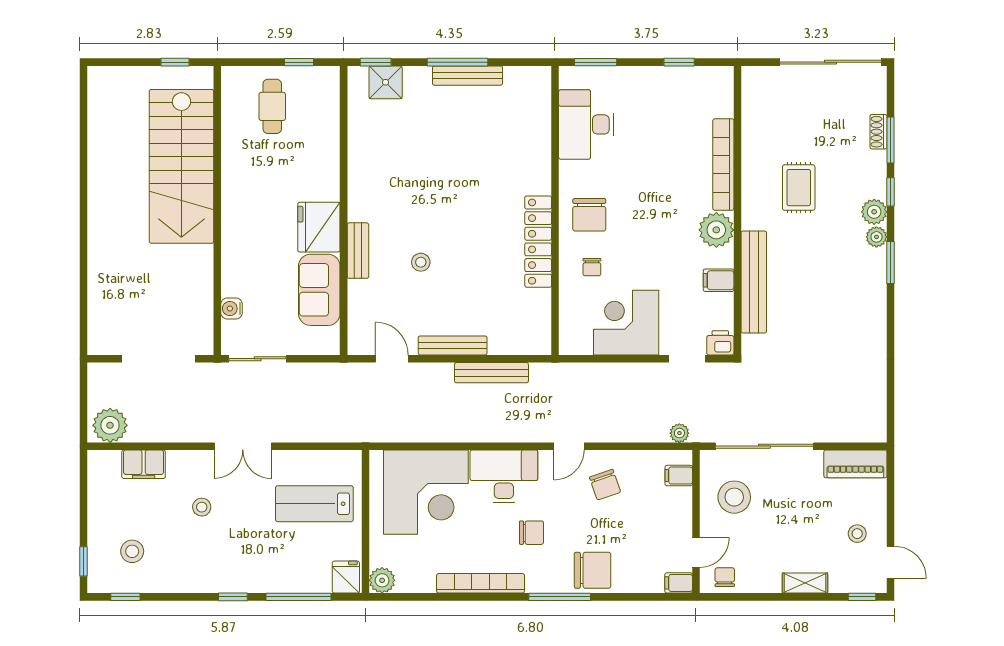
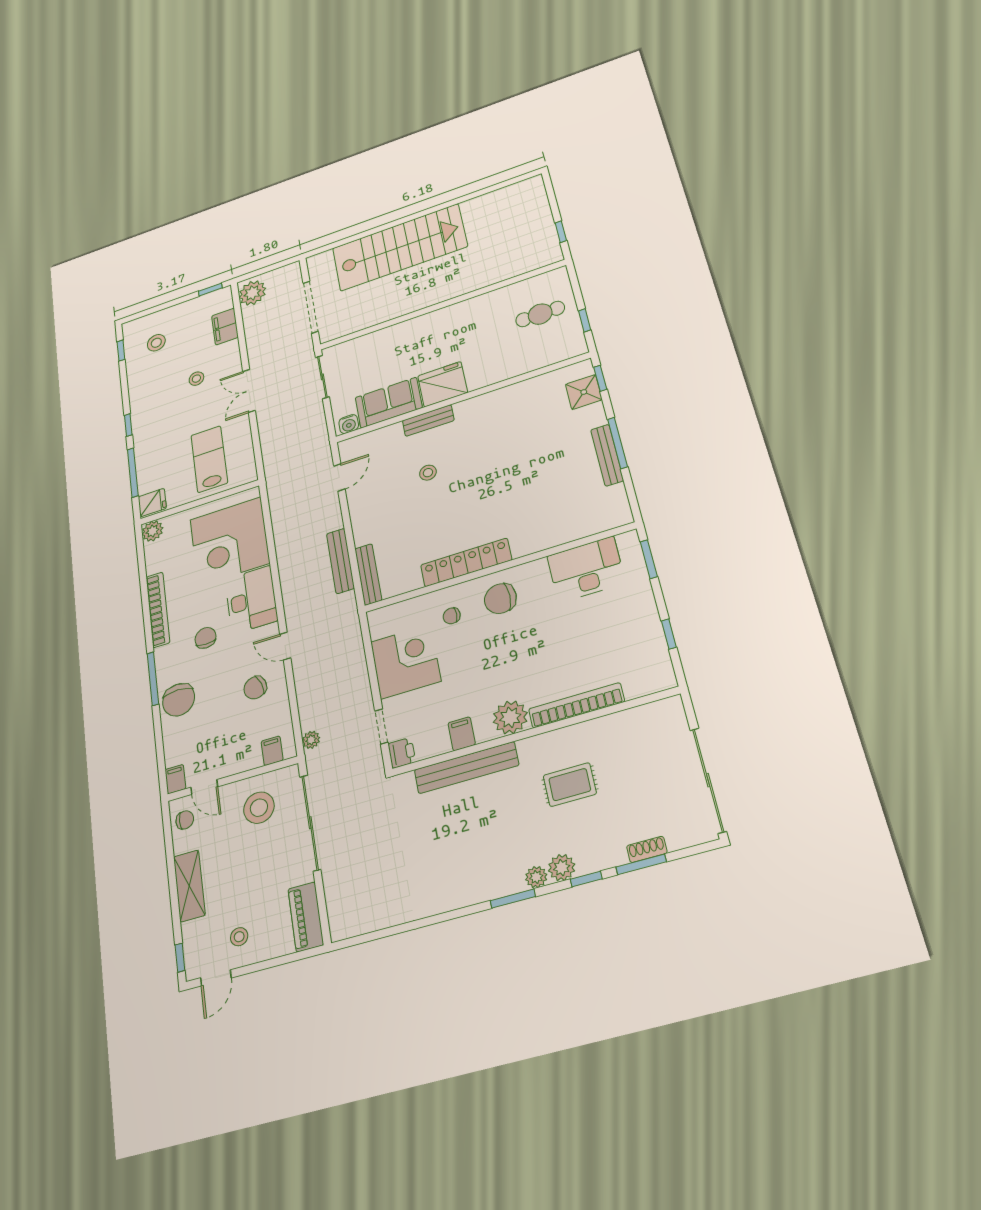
stairs: (181, 166) -> (399, 247), moved, turned 180
water cooler: (232, 308) -> (349, 424), moved, turned 180
bench: (453, 345) -> (368, 574), moved
chair: (531, 533) -> (205, 638), turned 180
window: (84, 561) -> (210, 290), moved
shelving: (805, 583) -> (189, 886), width x1.50, depth x1.33

